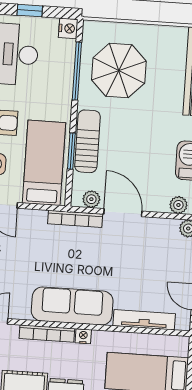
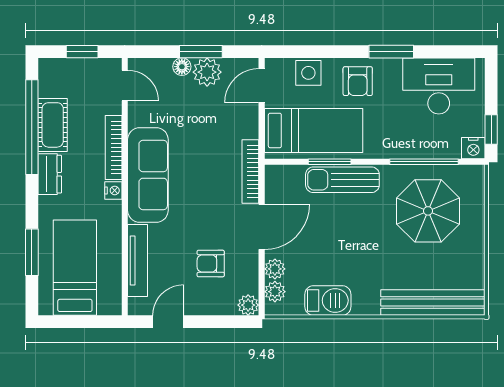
window: (30, 11) -> (491, 130), moved
sun lounger: (87, 141) -> (342, 180), turned 180
plant: (91, 199) -> (275, 269), moved
armchair: (151, 258) -> (211, 264), added

